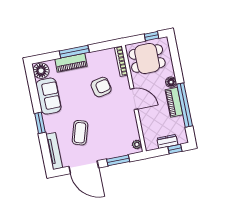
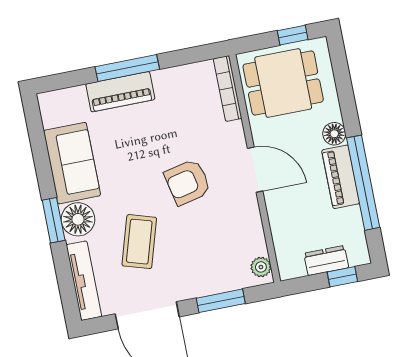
floor lamp: (41, 71) -> (78, 219), moved
armchair: (101, 87) -> (188, 182), moved, turned 180

